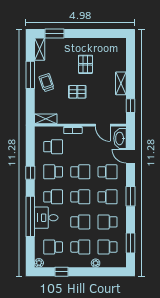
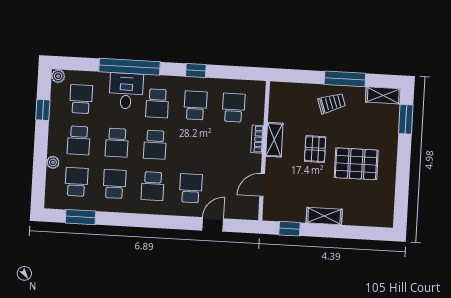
pallet: (85, 64) -> (356, 164), width x1.50, depth x1.42
shelving: (46, 119) -> (274, 140), moved
washbasin: (120, 138) -> (240, 210), removed
school desk: (53, 147) -> (234, 108), turned 180
school desk: (80, 172) -> (193, 147), removed
school desk: (108, 172) -> (191, 188), turned 180
window: (130, 196) -> (152, 221), removed

